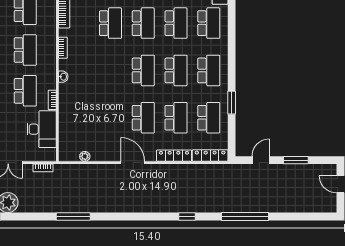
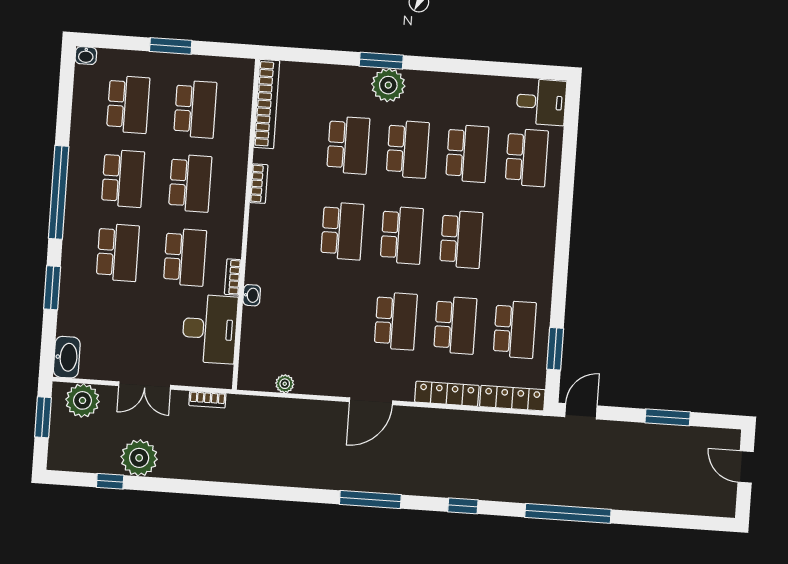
school desk: (209, 70) -> (342, 231), moved
washbasin: (63, 77) -> (252, 295), moved
window: (232, 103) -> (555, 349), moved
door: (261, 160) -> (581, 411), moved
door: (133, 163) -> (371, 401), swing flipped
window: (73, 216) -> (370, 499), moved

